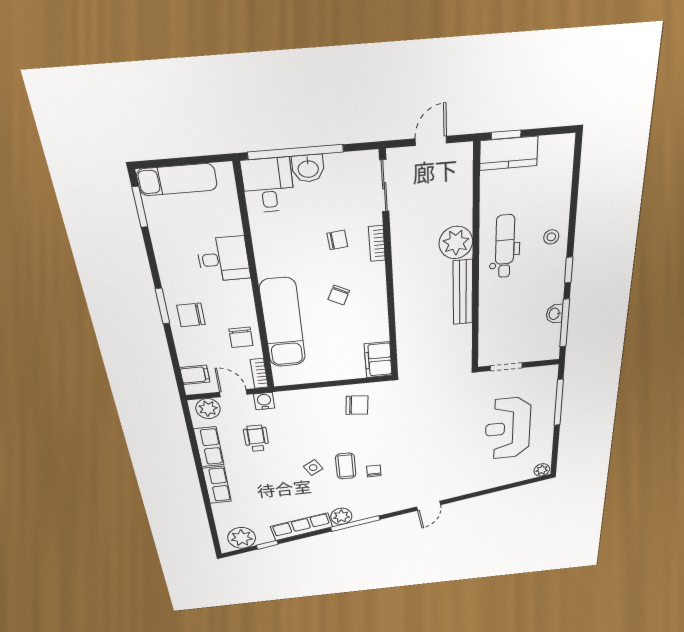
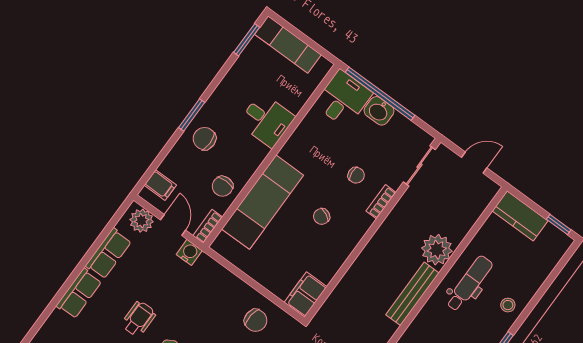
window: (506, 135) -> (559, 225), moved
wheelchair: (256, 438) -> (139, 319), moved

